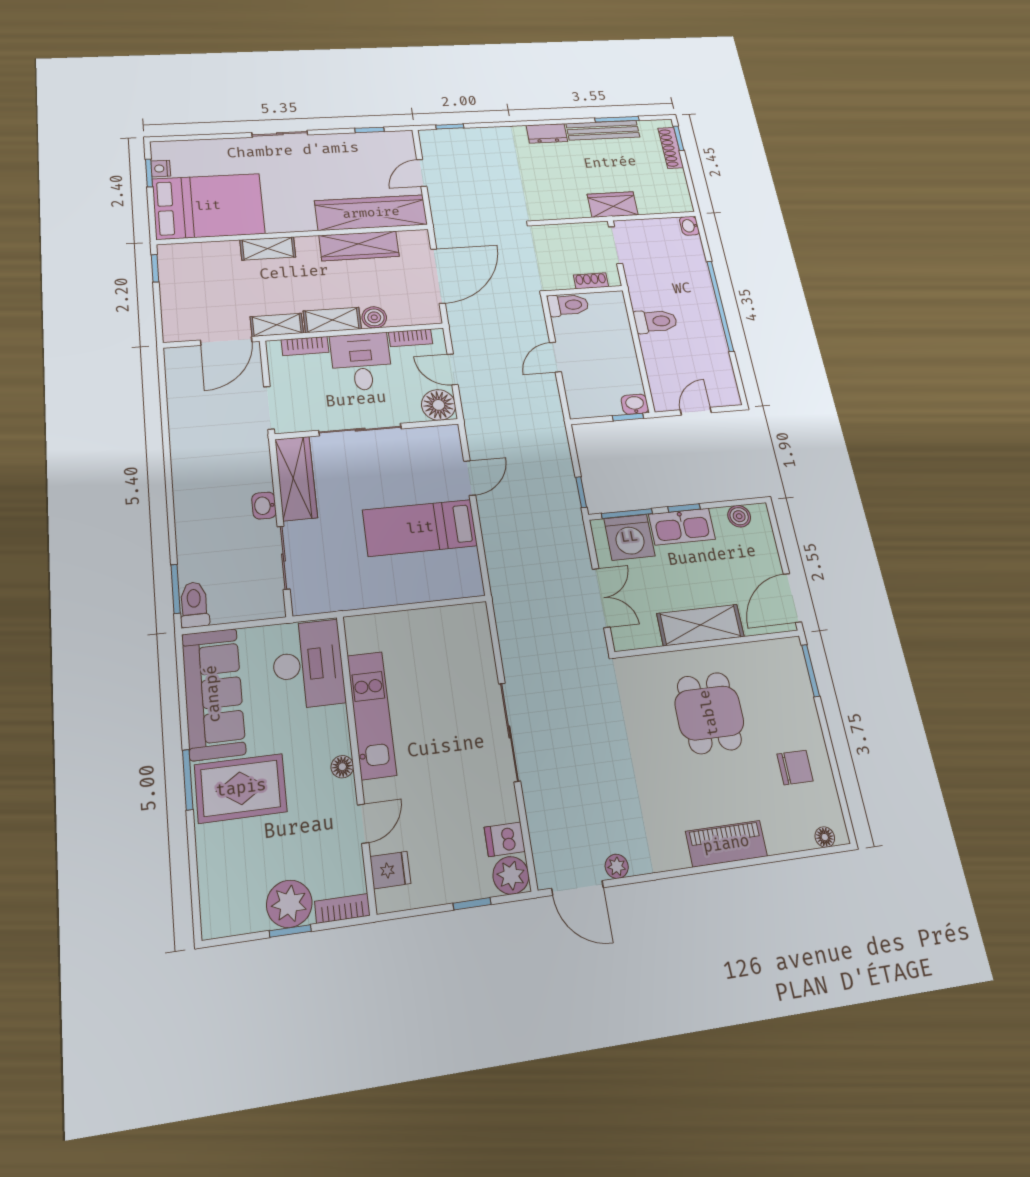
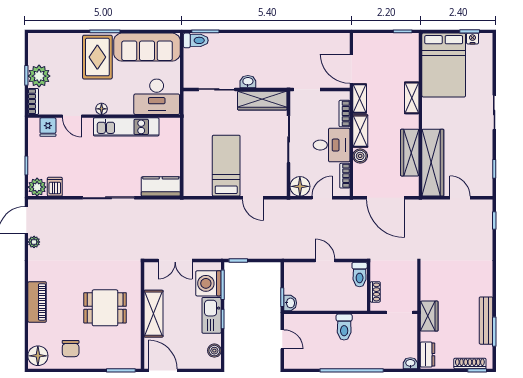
dresser: (547, 133) -> (428, 355), moved, turned 180
kitchen counter: (474, 638) -> (161, 186), added
floor lamp: (825, 837) -> (38, 356), width x1.89, depth x1.89

